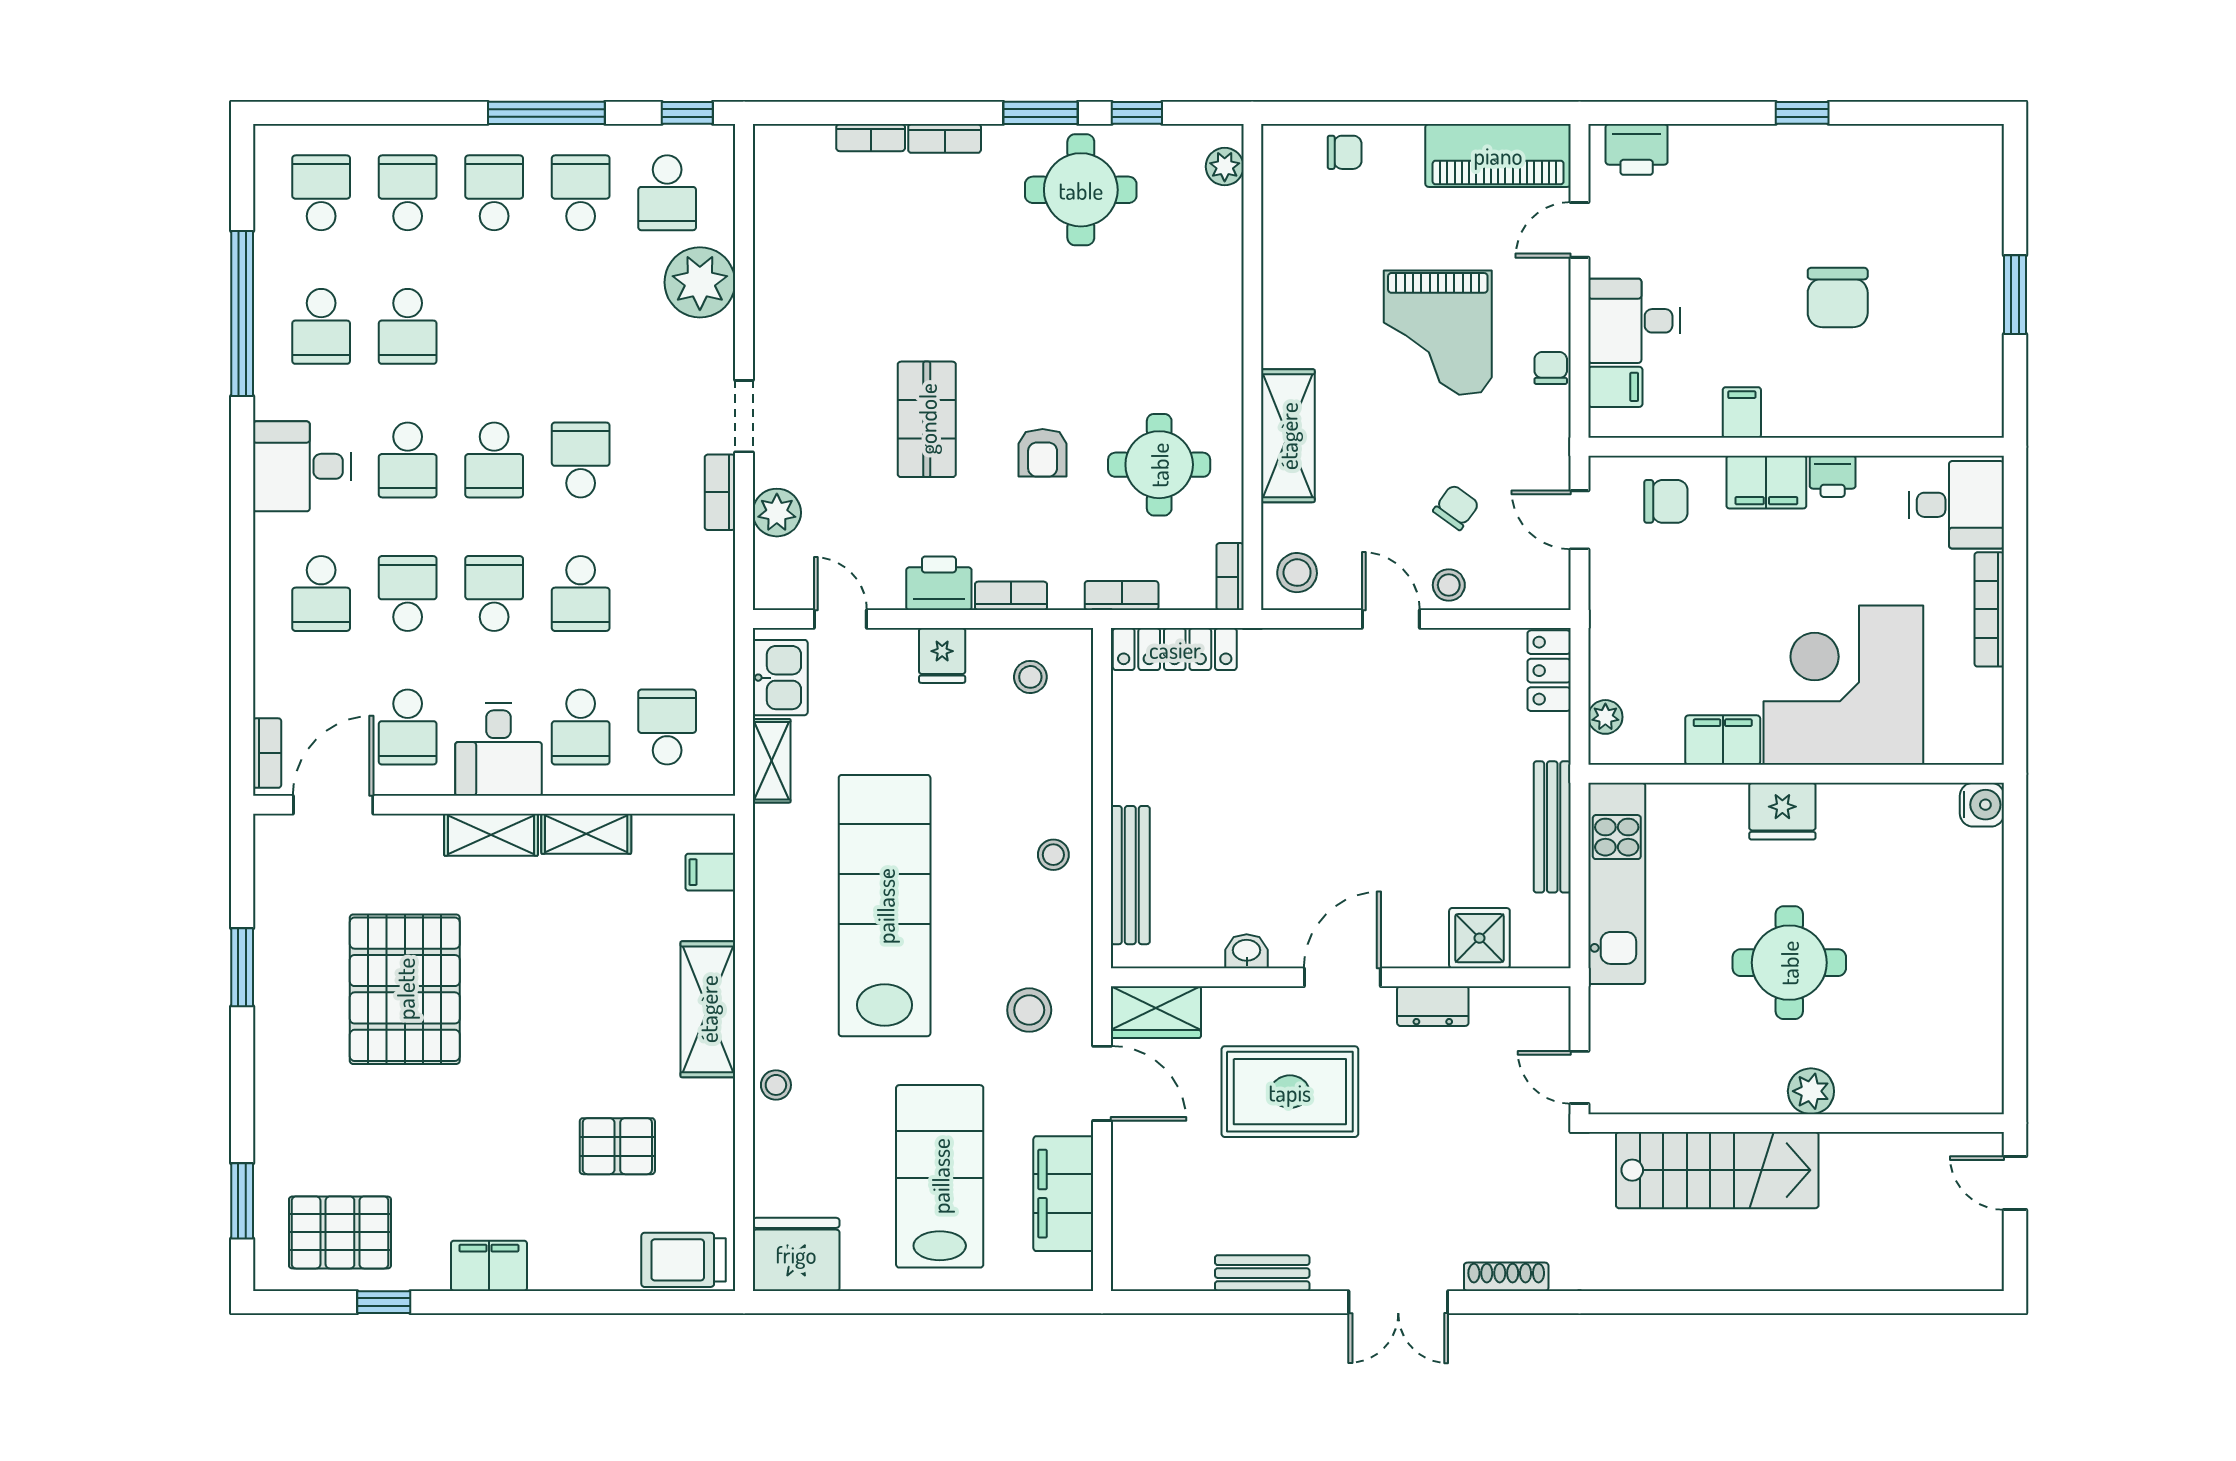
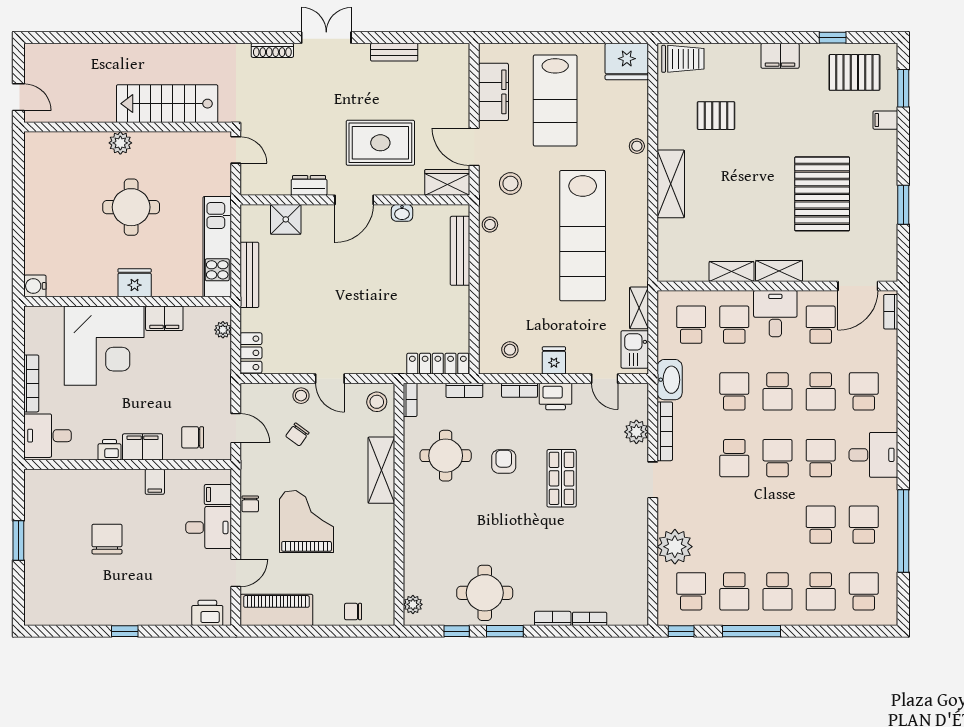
school desk: (321, 193) -> (864, 591), turned 180
bookcase: (720, 492) -> (665, 431), width x1.56
washbasin: (710, 617) -> (670, 380), added
school desk: (667, 727) -> (691, 325), turned 180
stool: (1053, 855) -> (490, 224), moved
filing cabinet: (710, 872) -> (885, 120), moved, turned 180

